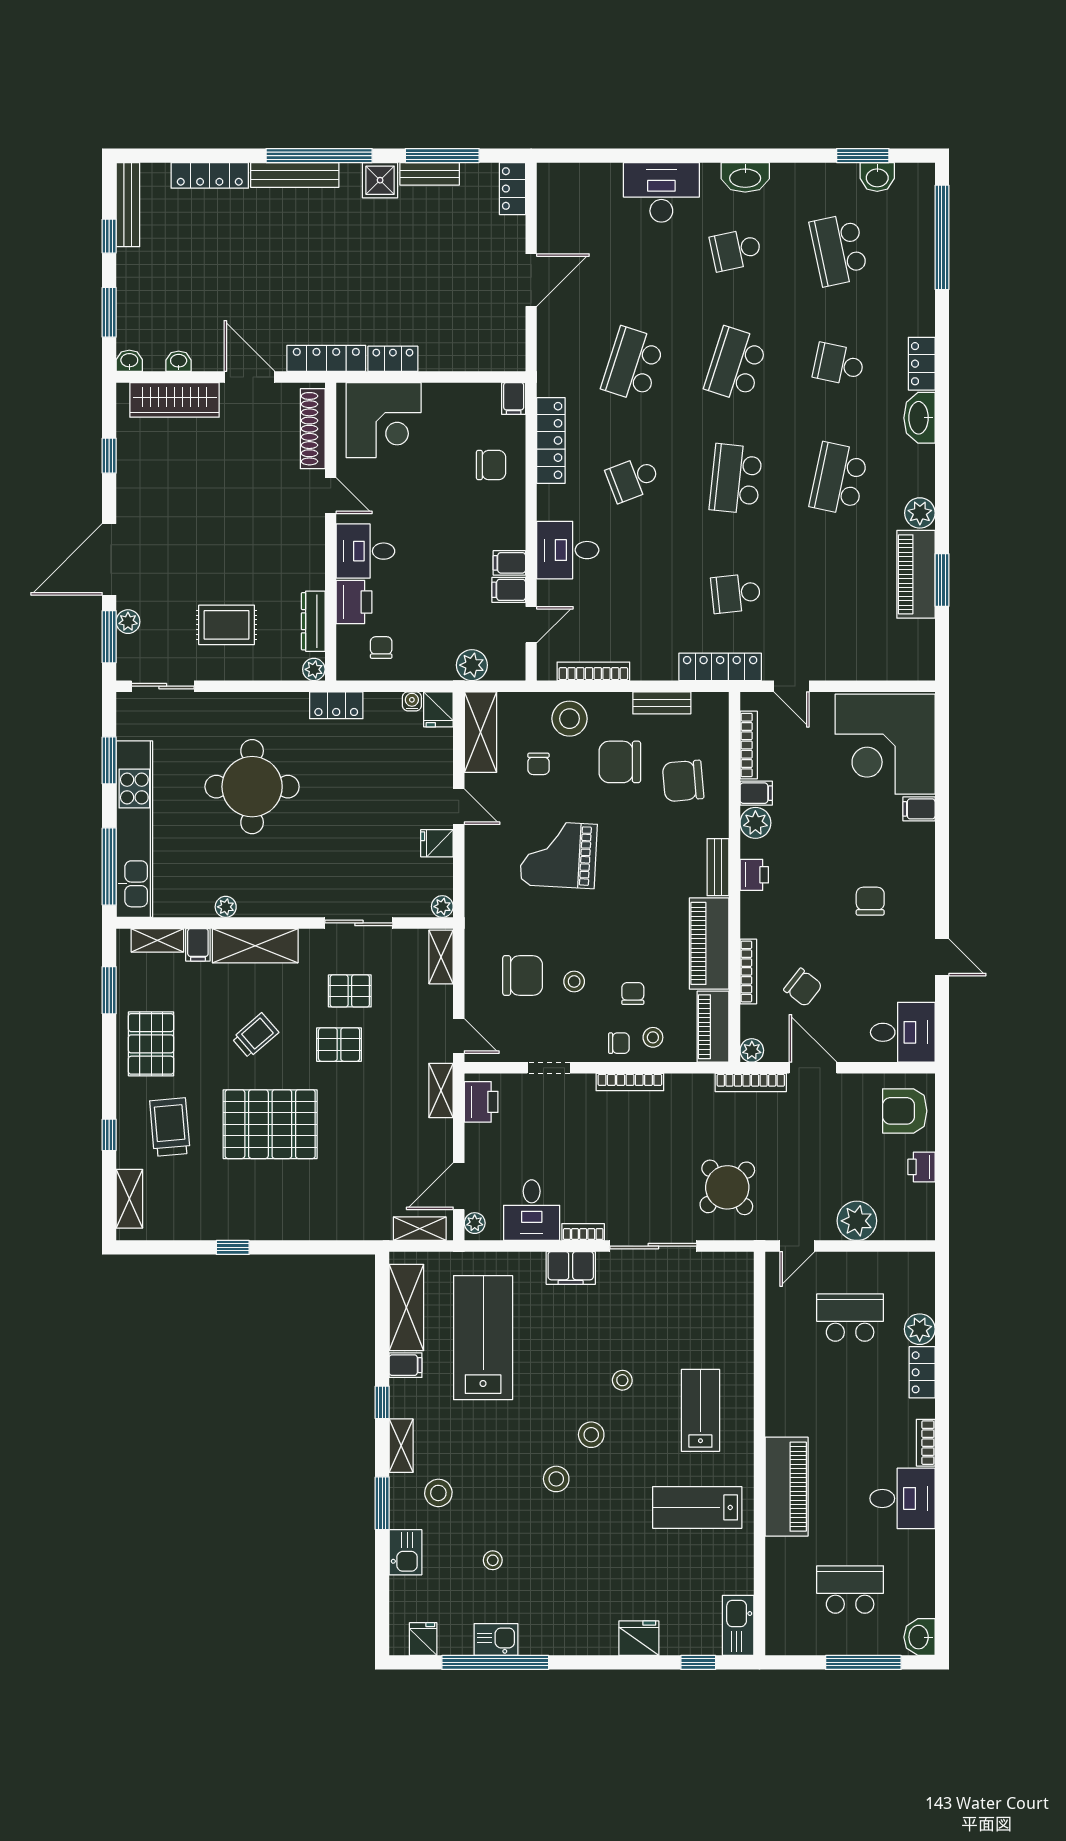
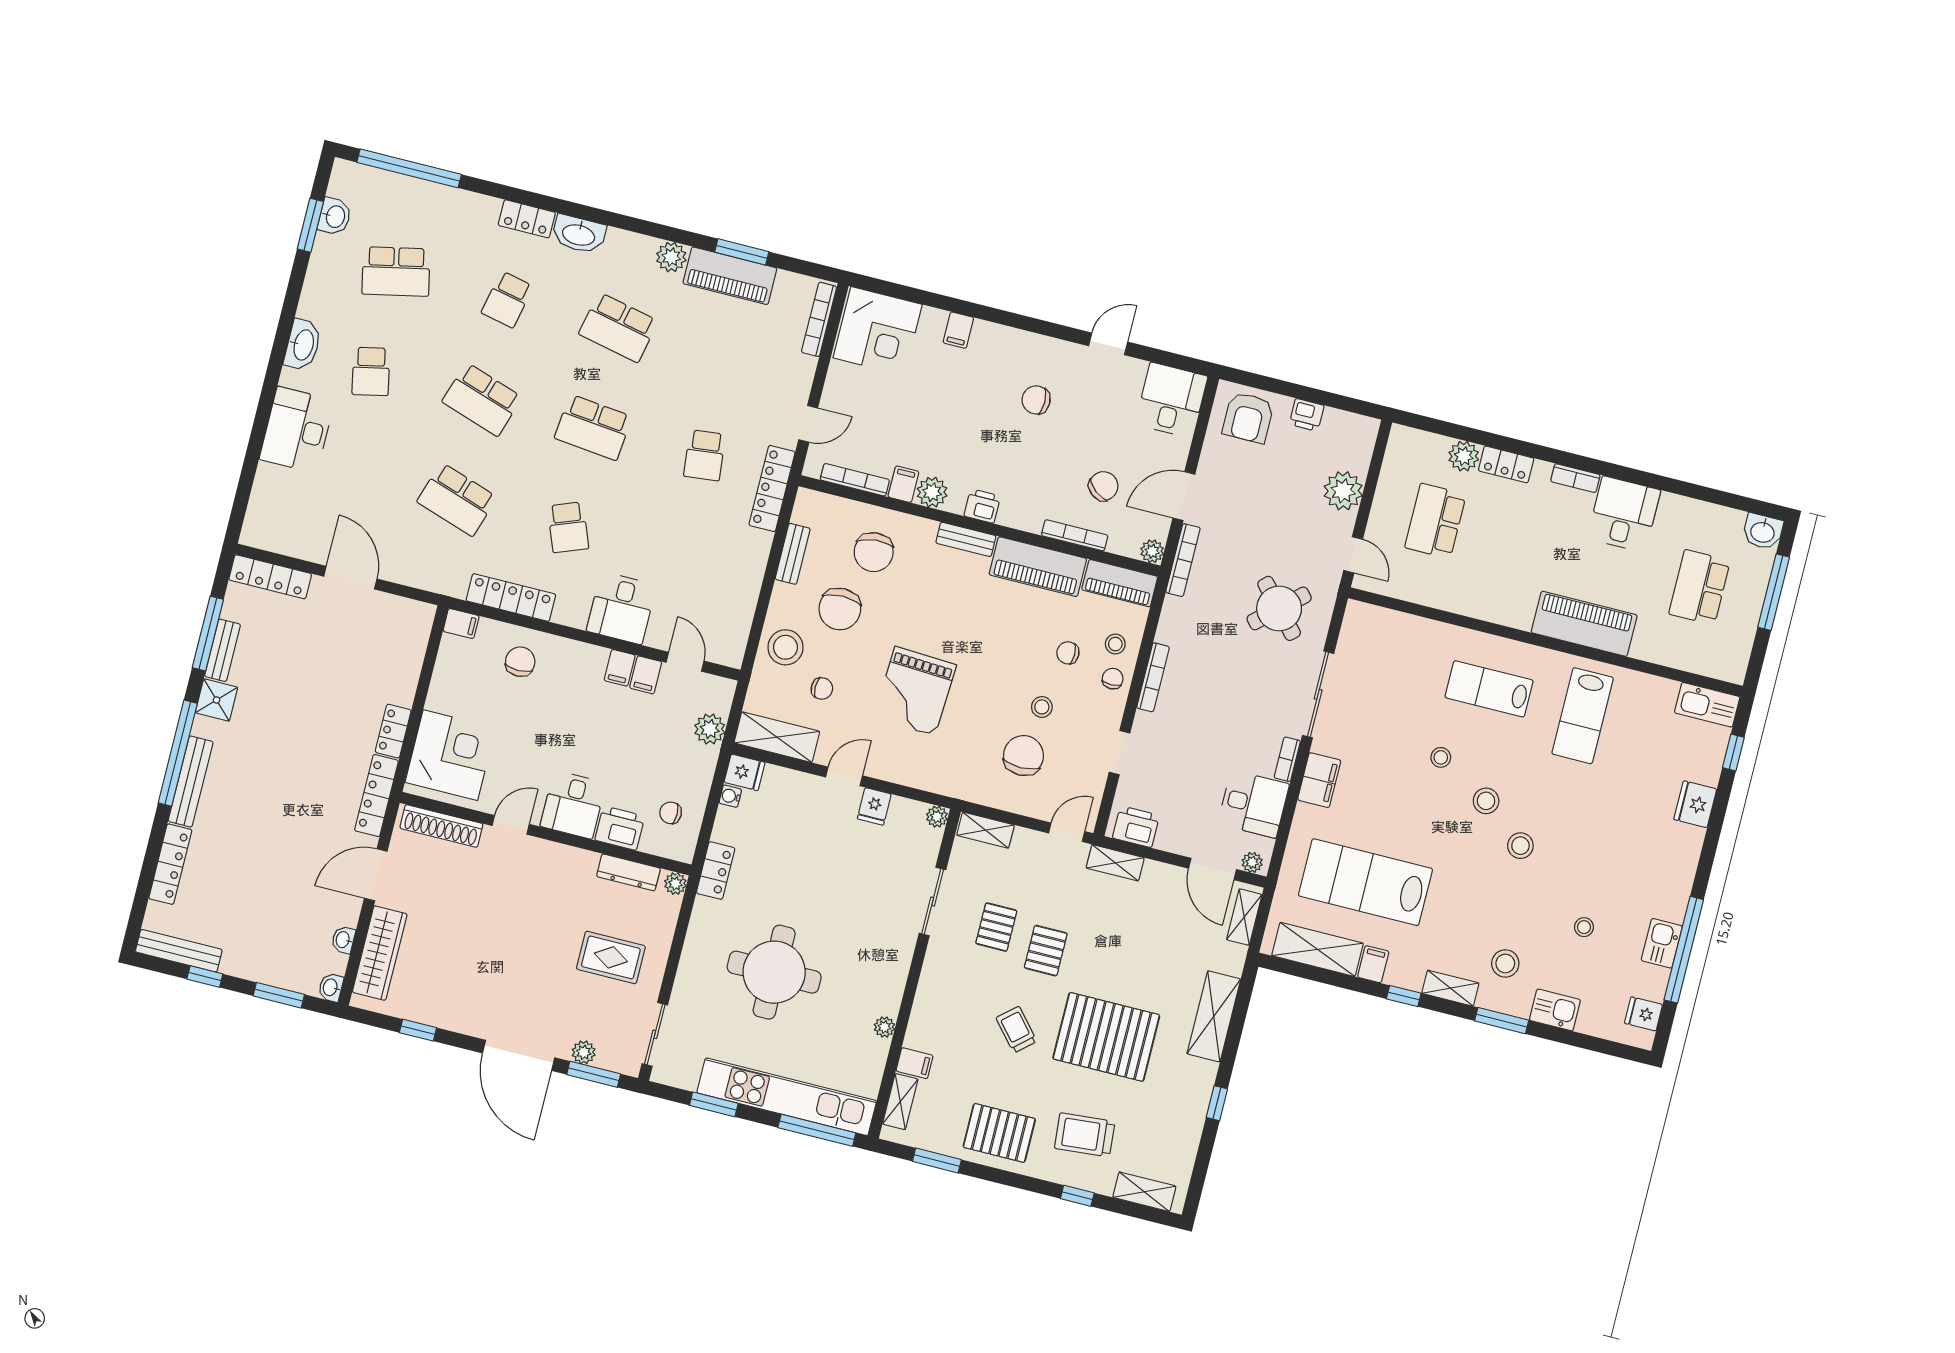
locker: (512, 189) -> (270, 577), width x1.53
rug: (227, 625) -> (611, 957), turned 90
bookcase: (593, 671) -> (819, 319), moved
corner desk: (885, 744) -> (878, 331), width x0.74, depth x0.74
shelving: (255, 946) -> (1214, 1016), moved
pallet: (270, 1124) -> (1106, 1037), turned 90

